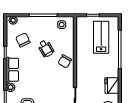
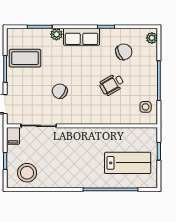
chair: (65, 61) -> (60, 91), moved
fridge: (112, 86) -> (59, 178), removed

